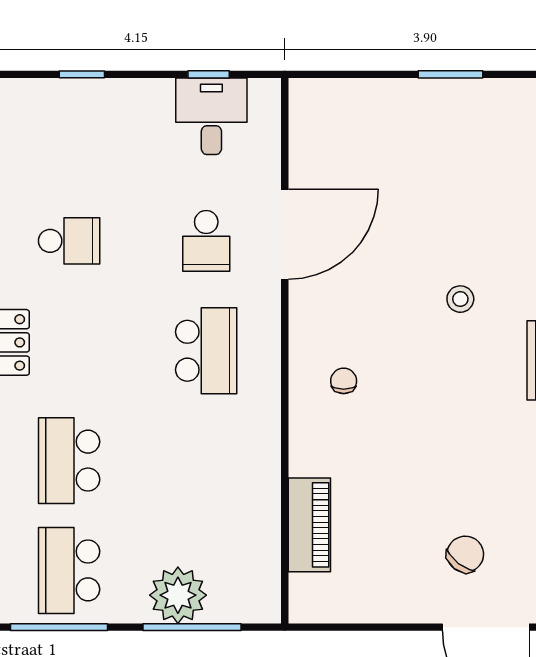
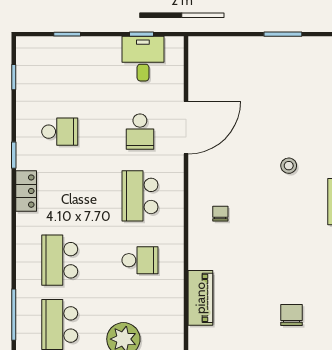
school desk: (206, 351) -> (140, 196), turned 180
school desk: (206, 461) -> (140, 260), added
chair: (465, 554) -> (292, 315), turned -38

